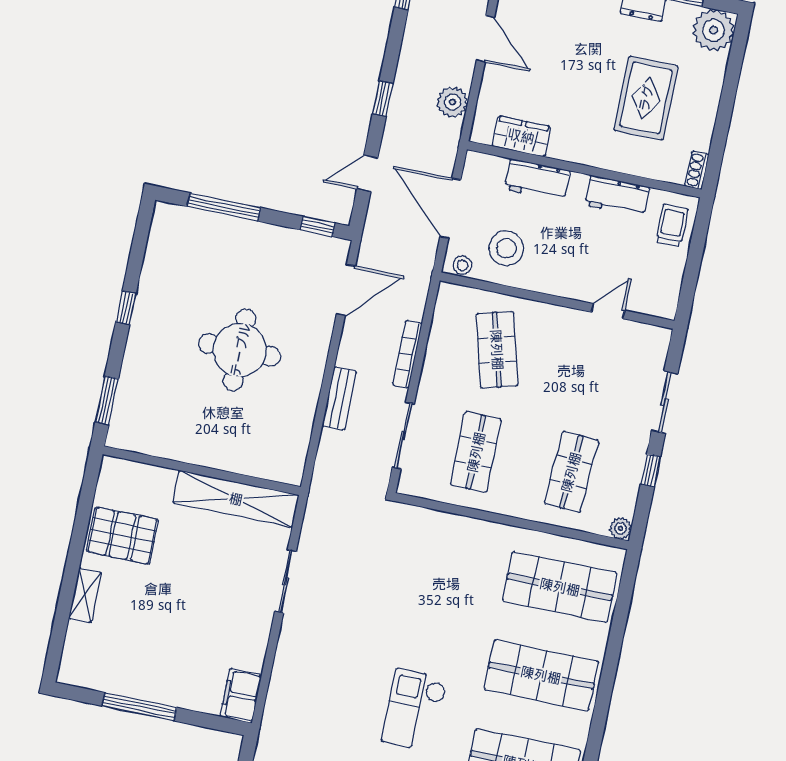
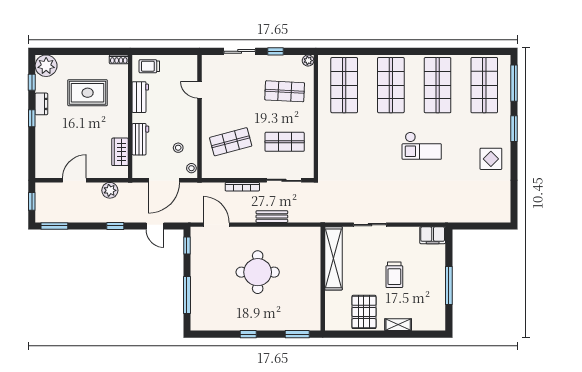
stool: (506, 248) -> (178, 148), width x0.53, depth x0.53
trolley: (181, 608) -> (394, 275), added

